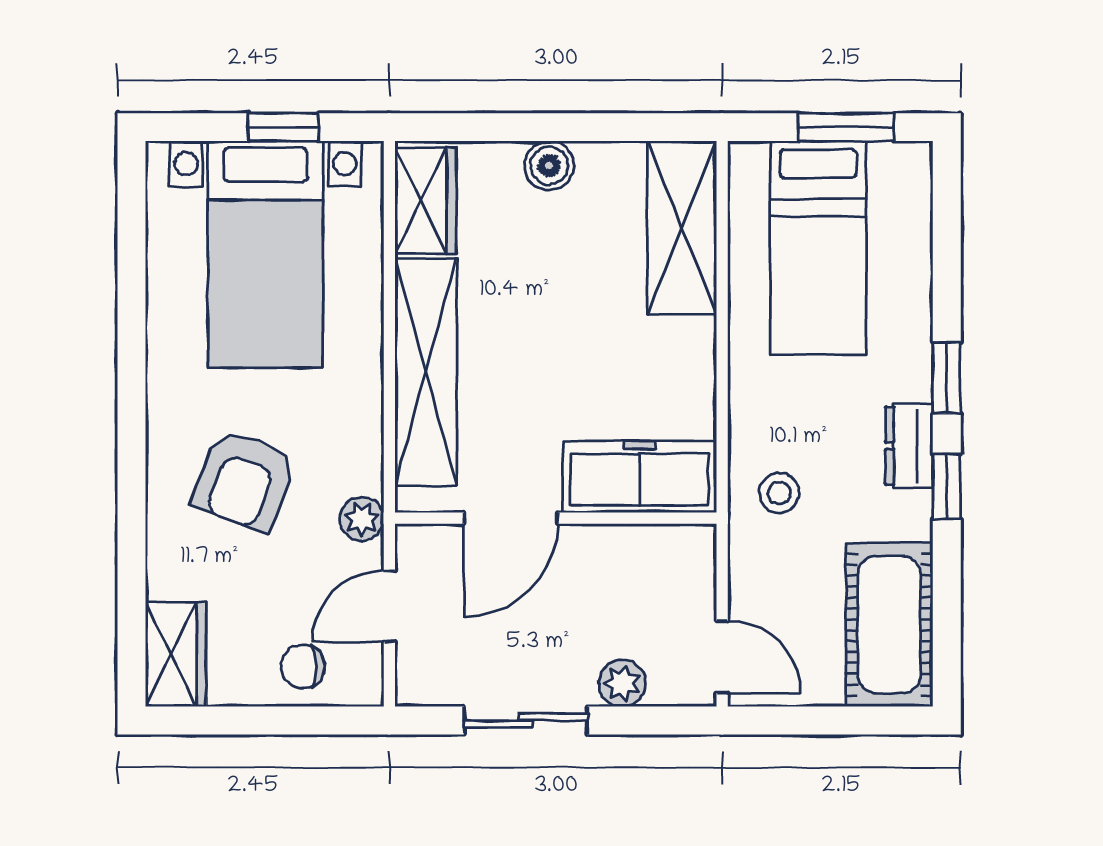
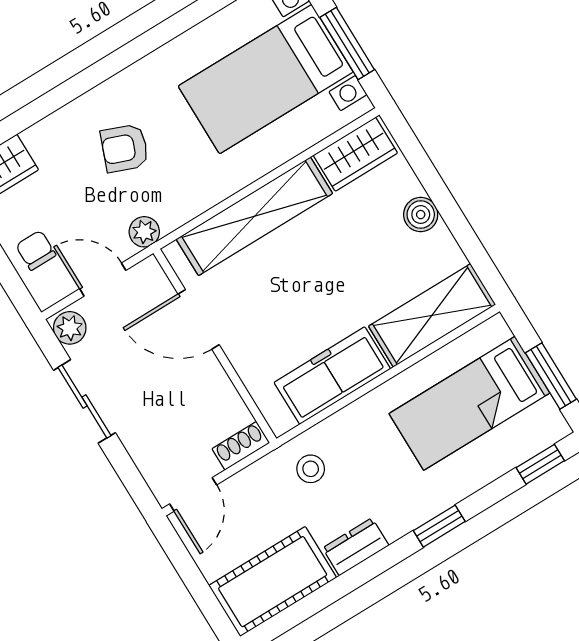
window: (283, 127) -> (347, 44), width x1.50
dresser: (909, 446) -> (356, 547), moved
freezer: (639, 477) -> (332, 376), moved, turned -90
armchair: (244, 480) -> (125, 148), width x0.72, depth x0.72
window: (947, 487) -> (540, 464), moved
shoe rack: (698, 562) -> (241, 446), added
plant: (622, 683) -> (70, 328), moved

